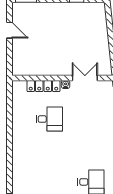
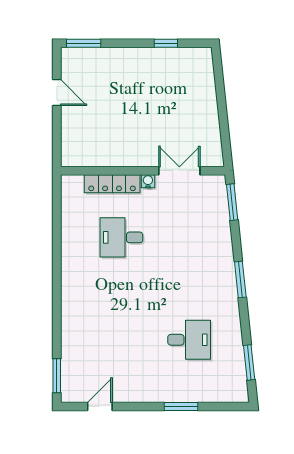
desk: (49, 119) -> (121, 237), turned 180

